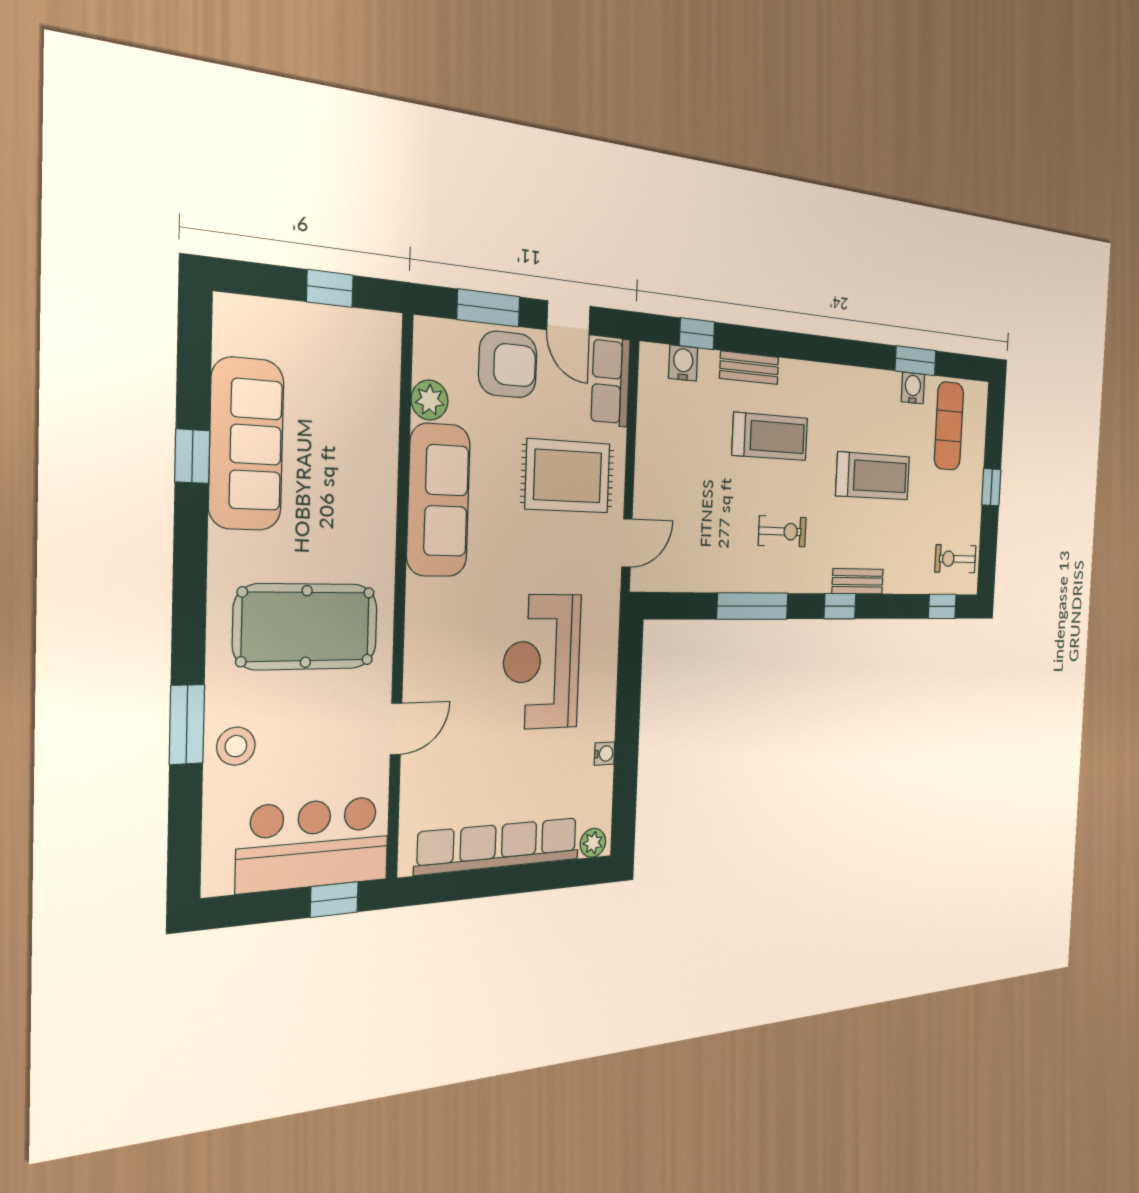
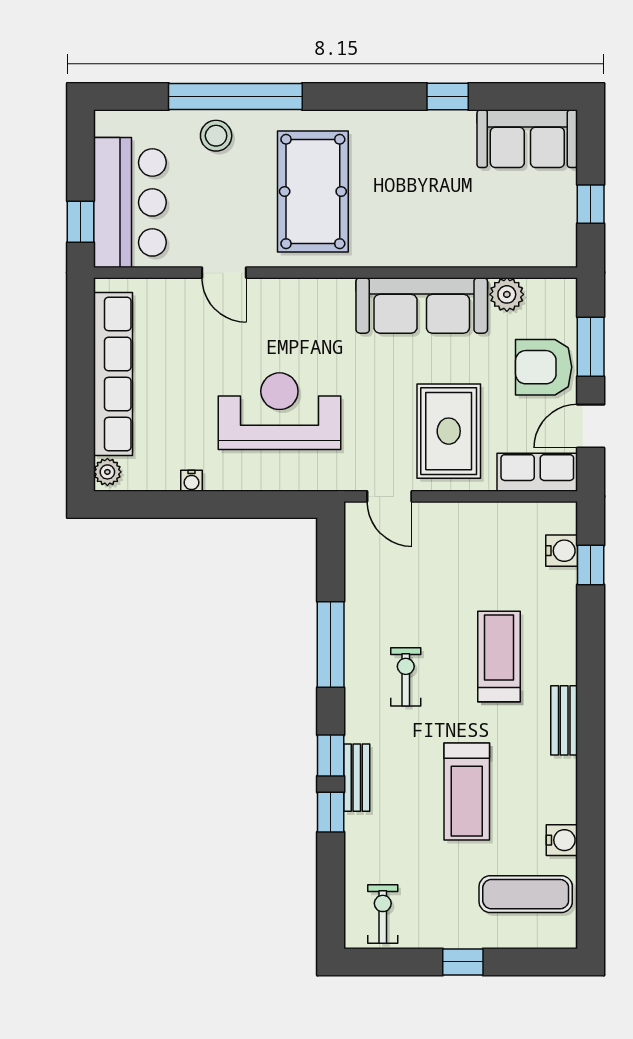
window: (916, 361) -> (591, 842), removed
armchair: (508, 364) -> (544, 367), turned 90
bench: (749, 368) -> (564, 720), moved
treadmill: (770, 437) -> (499, 656), turned 180
sofa: (246, 444) -> (527, 139), moved, width x0.73
exercise bike: (782, 531) -> (406, 677), turned 180
window: (942, 606) -> (331, 812), moved
window: (187, 724) -> (235, 97), width x2.11

